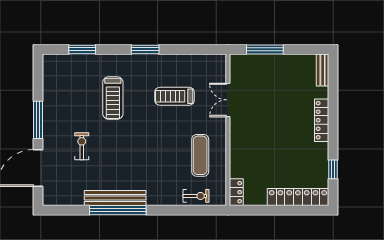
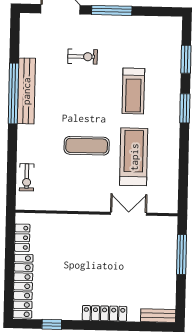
window: (145, 49) -> (185, 108), moved
treadmill: (175, 96) -> (134, 157), width x1.37, depth x1.38
treadmill: (113, 98) -> (133, 91), turned -90
exercise mat: (200, 155) -> (87, 146), moved
locker: (236, 192) -> (22, 238), moved, turned -90

